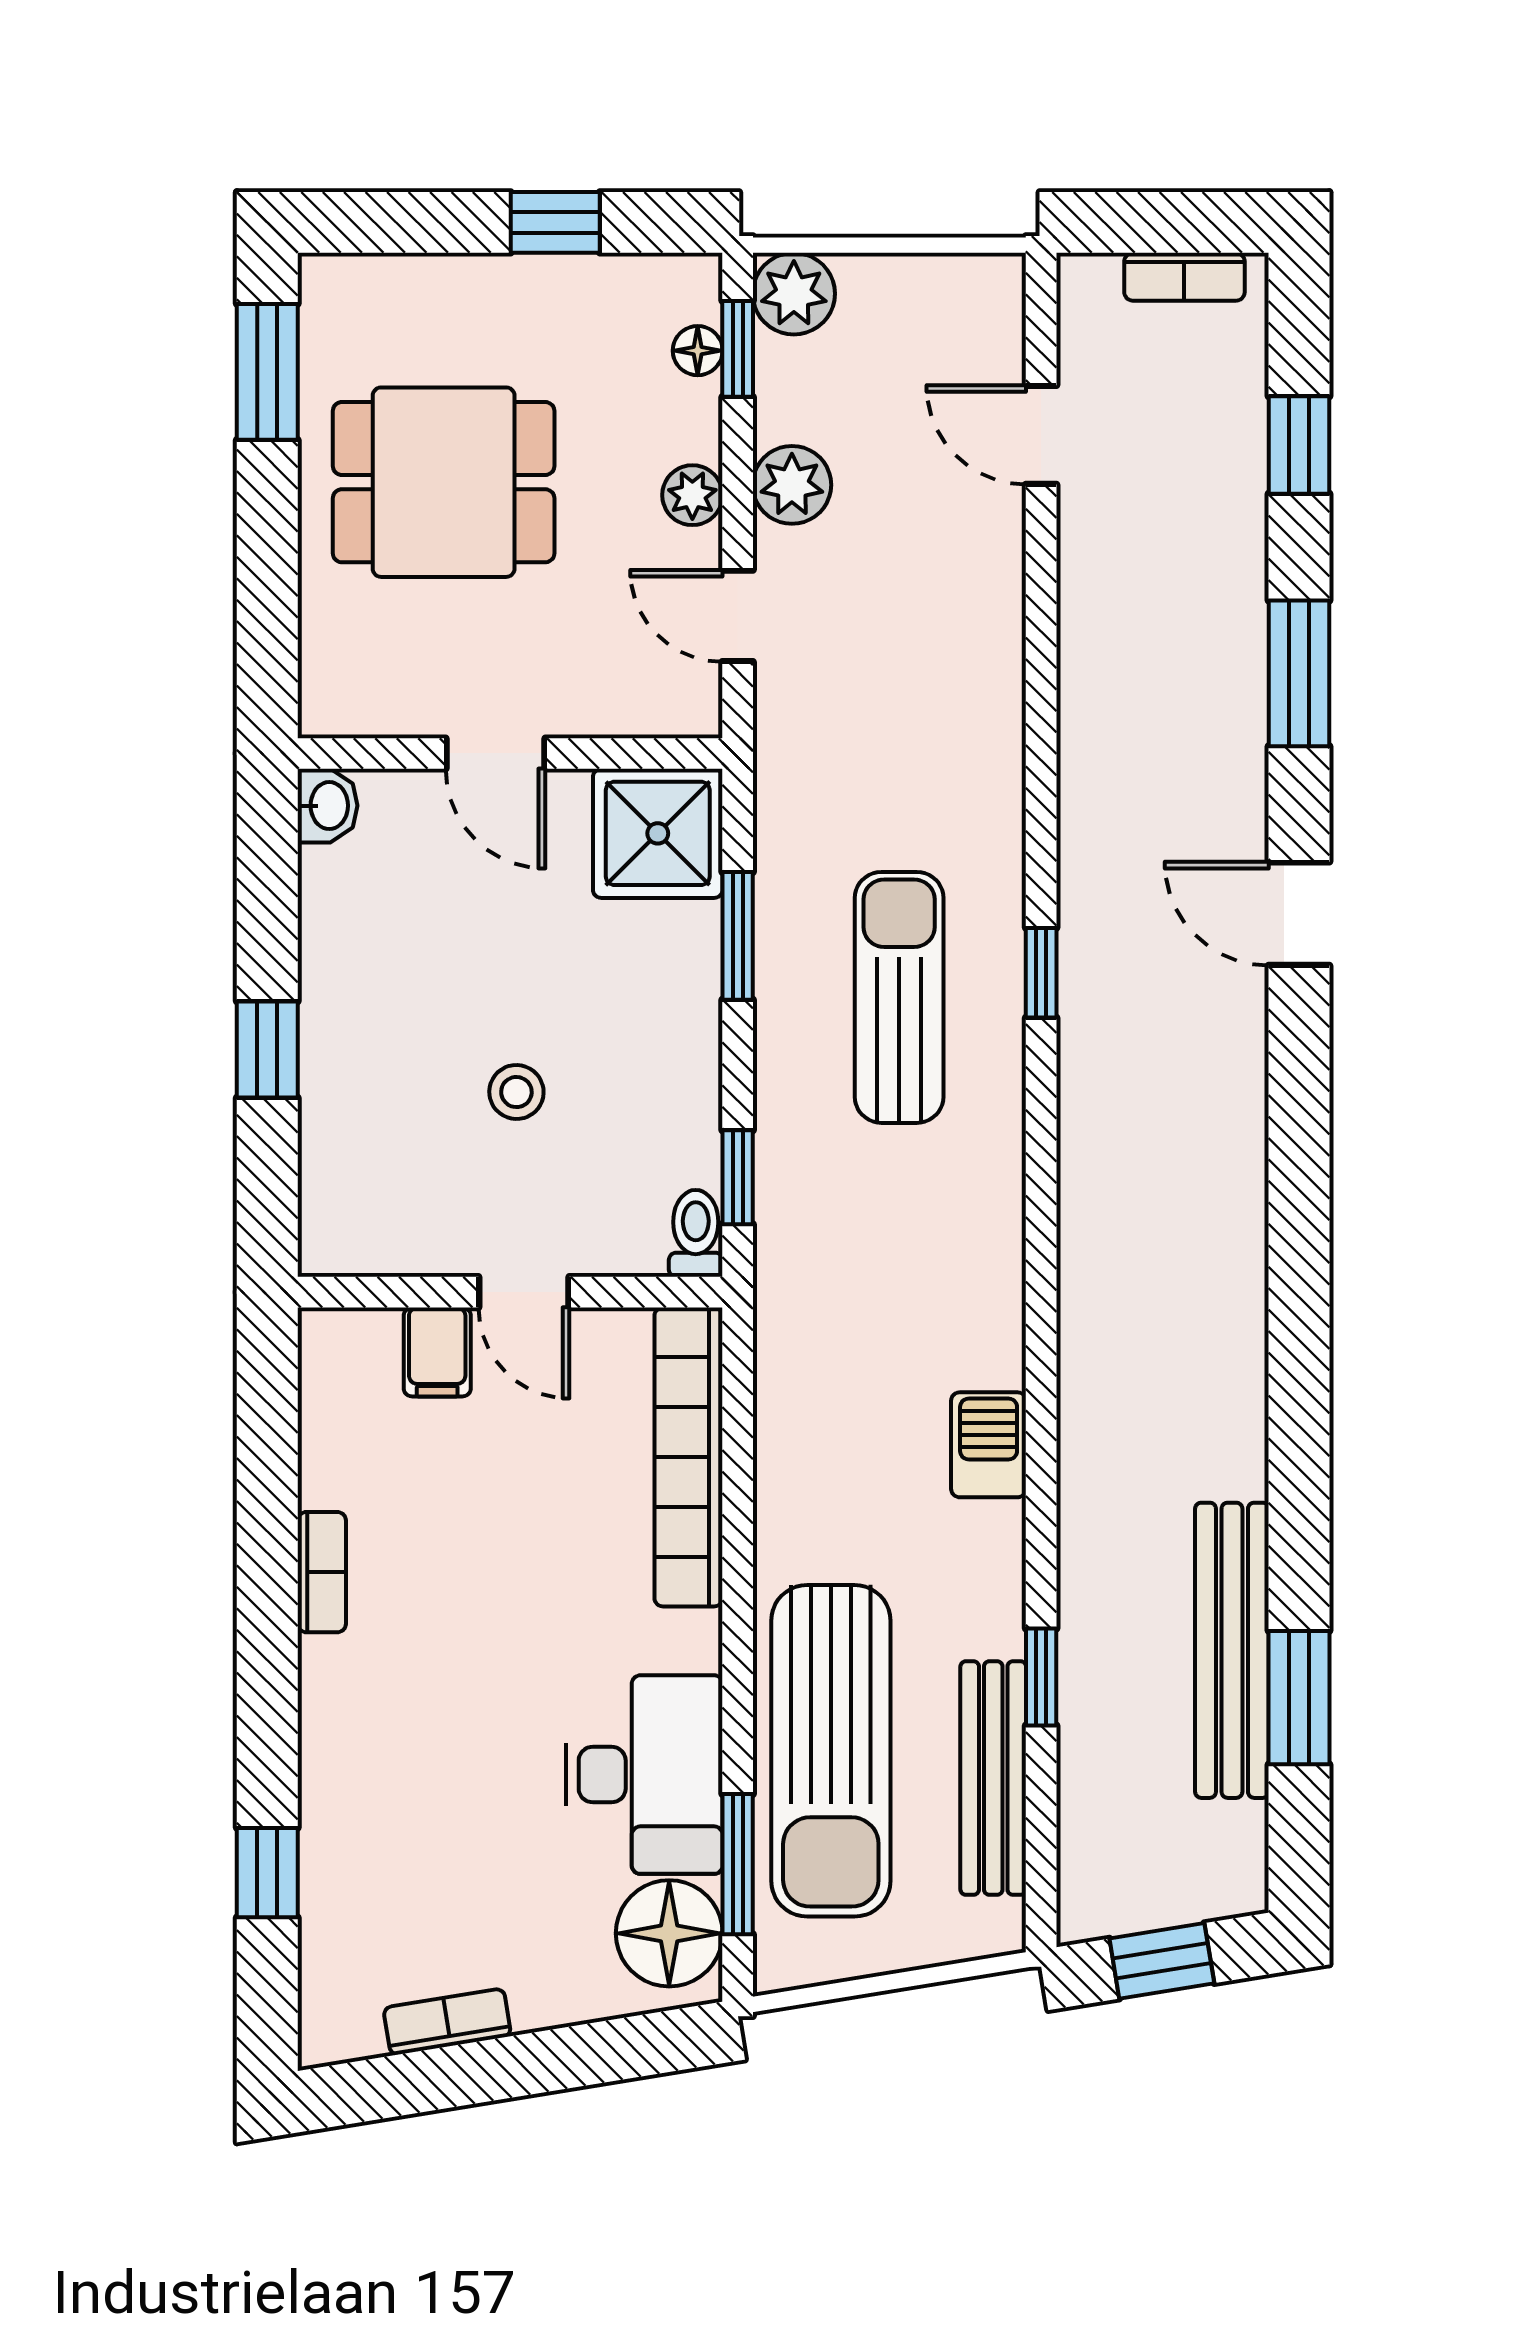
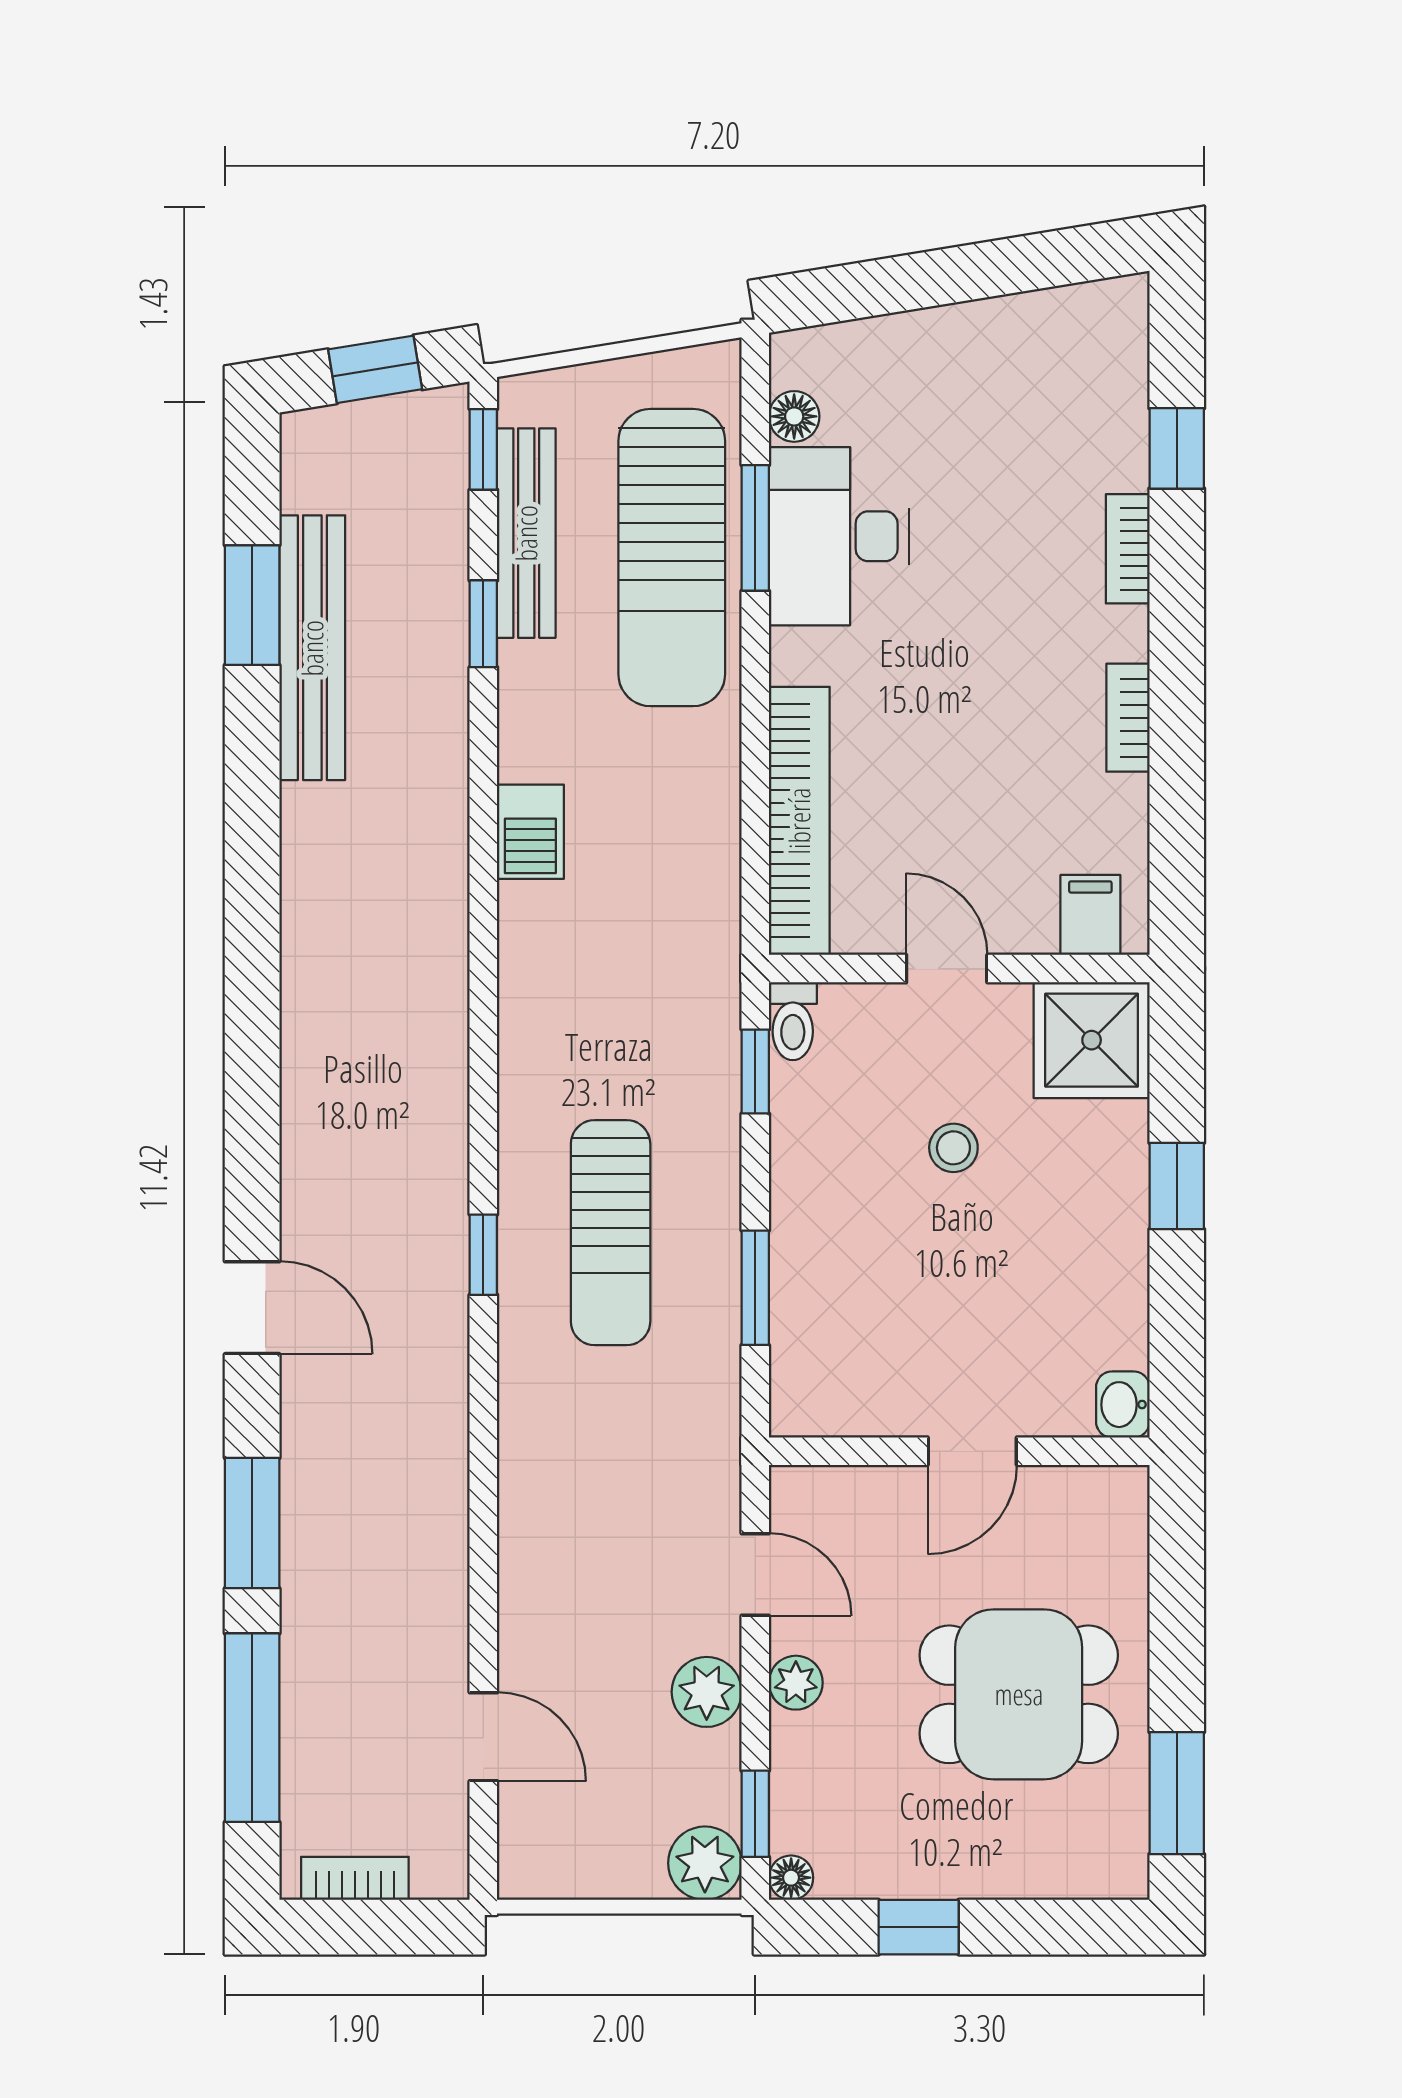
floor lamp: (698, 351) -> (791, 1878), moved
window: (1299, 445) -> (252, 1728), width x2.17
door: (495, 753) -> (972, 1451), swing flipped
shower: (658, 833) -> (1092, 1040), moved
filing cabinet: (437, 1352) -> (1090, 915), moved
sun lounger: (831, 1751) -> (672, 558), turned 180
window: (738, 1864) -> (755, 528), moved
window: (1041, 1871) -> (483, 449), added
floor lamp: (669, 1933) -> (794, 416), width x0.53, depth x0.53
bookcase: (447, 2022) -> (1128, 549), moved, turned 99

